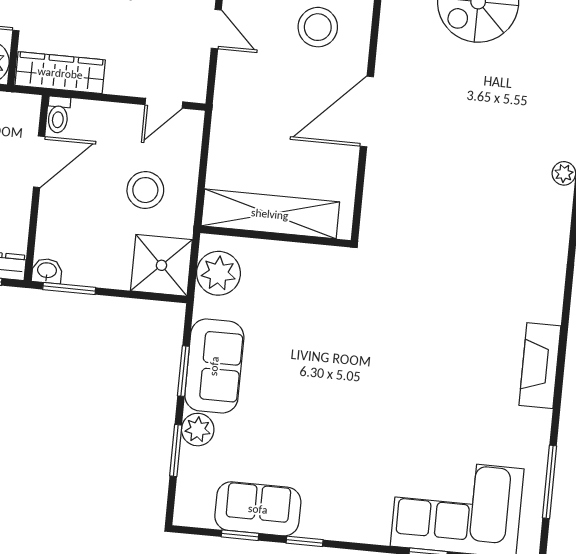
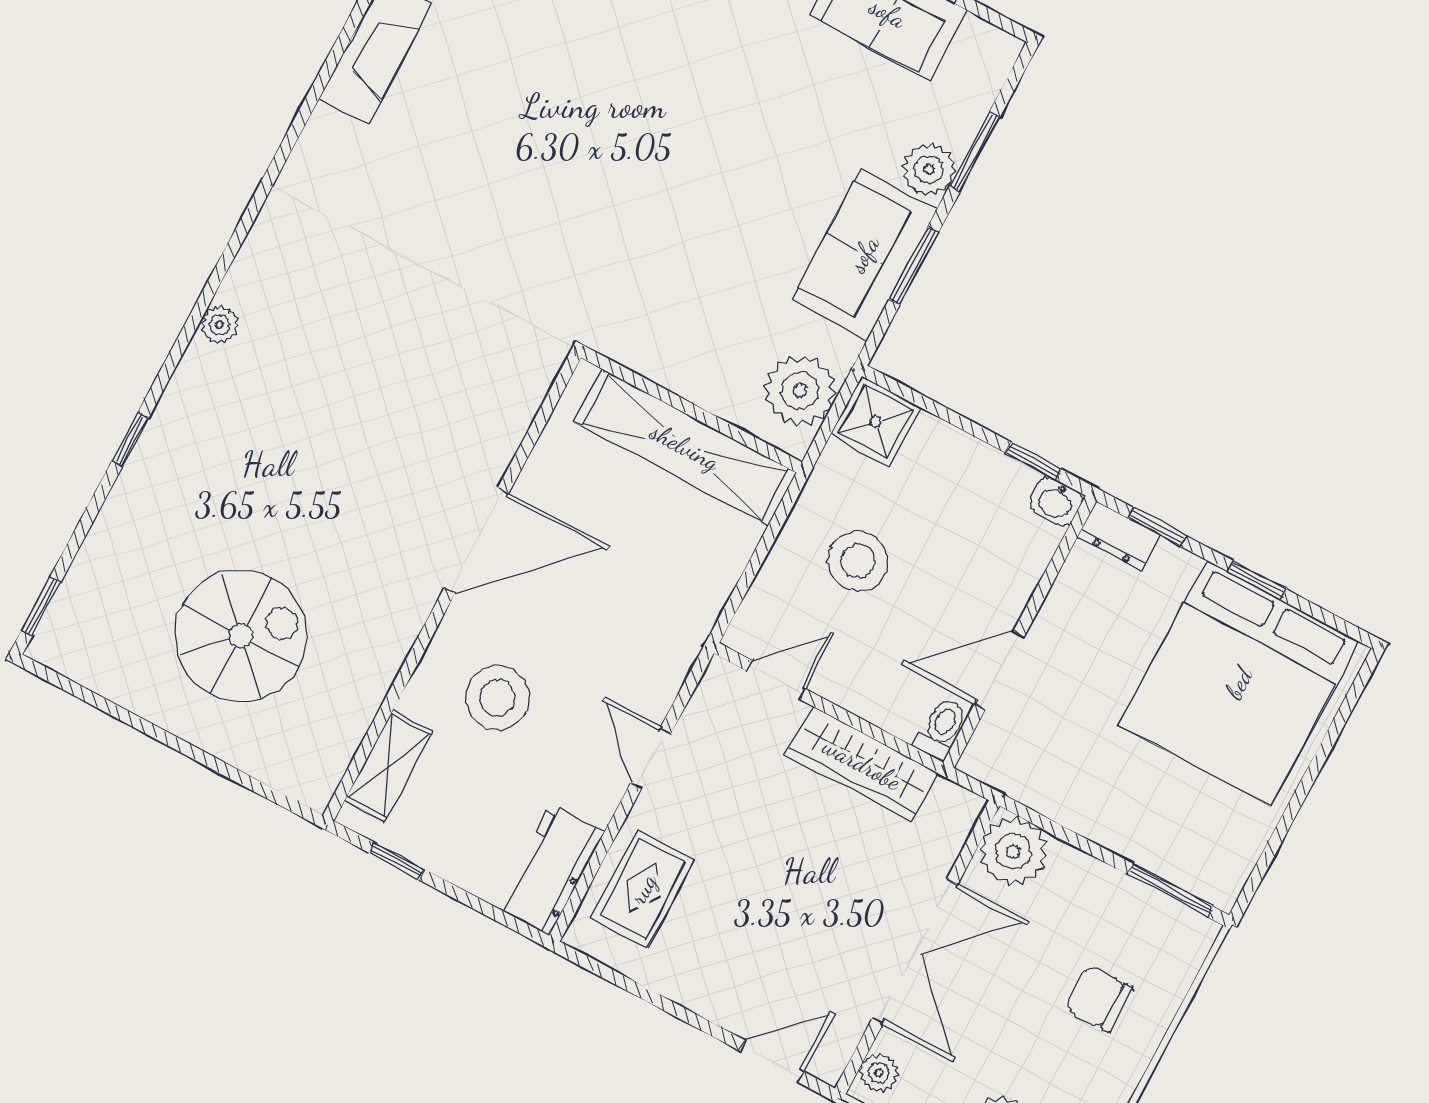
wardrobe: (60, 73) -> (862, 764), moved
shower: (161, 265) -> (876, 422), width x0.73, depth x0.73
window: (69, 289) -> (1033, 461), width x0.67

